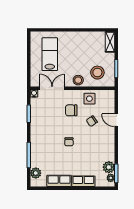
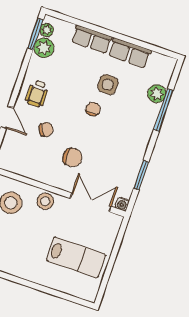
lab bench: (50, 54) -> (76, 257), turned -90
double door: (52, 88) -> (91, 202), swing flipped
side table: (89, 99) -> (108, 85), moved
wheelchair: (104, 140) -> (37, 93), added
plant: (36, 173) -> (157, 94), moved

